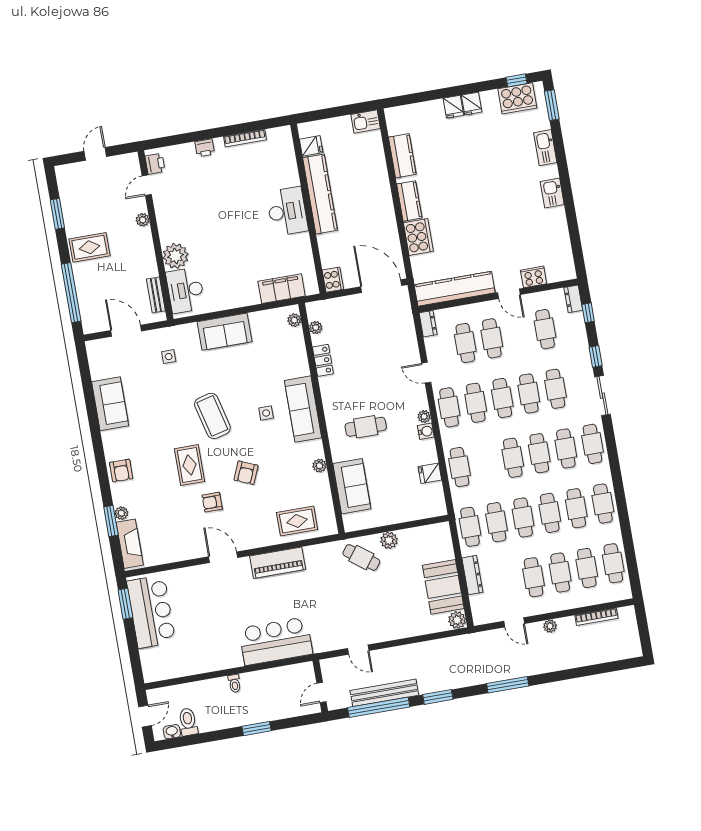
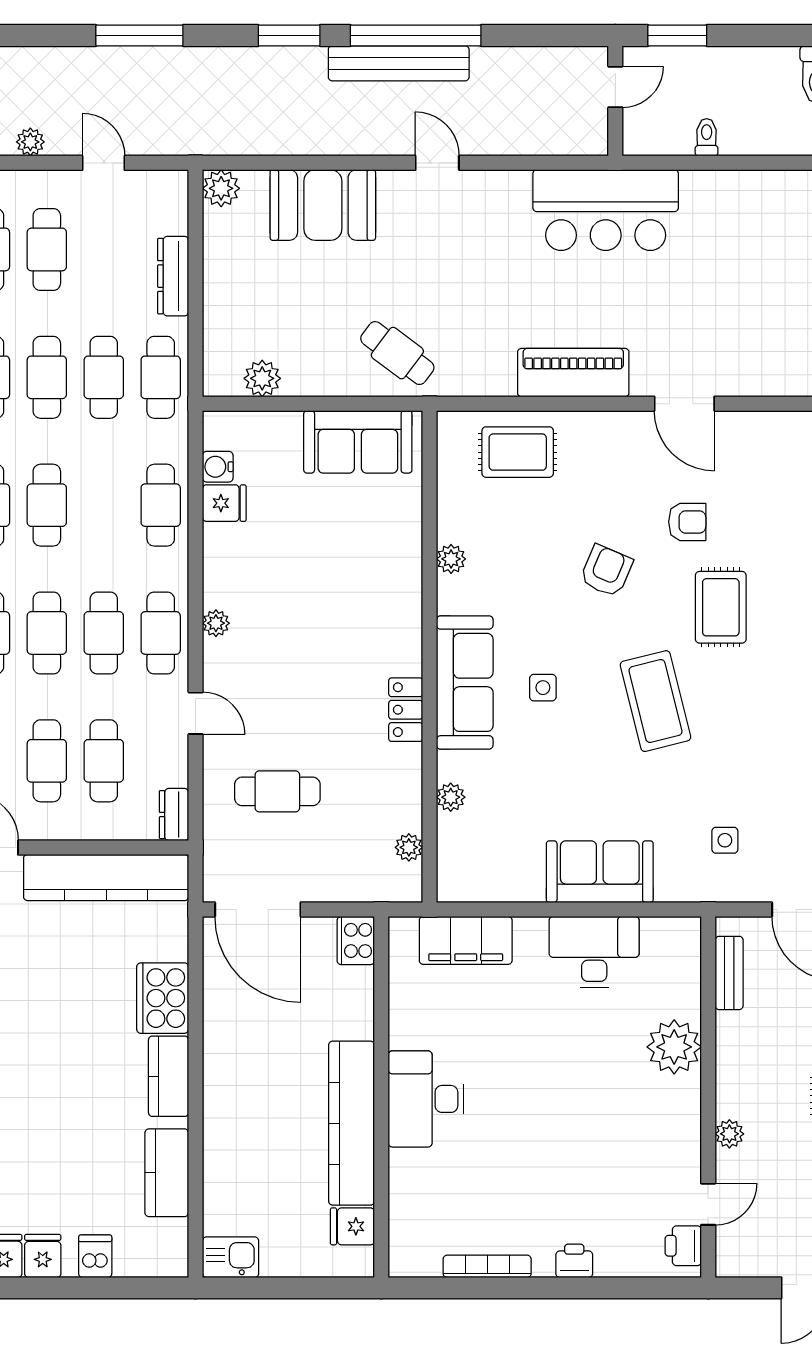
dishwasher: (429, 111) -> (95, 1256), added
desk: (185, 290) -> (594, 952), moved, turned -90
plant: (294, 320) -> (451, 797), moved
locker: (323, 360) -> (406, 710), moved
cafe table: (366, 427) -> (277, 791), moved
water cooler: (426, 431) -> (218, 467), moved
sofa: (352, 486) -> (358, 442), moved, turned -90
plant: (389, 540) -> (262, 378), moved
booth: (443, 587) -> (323, 205), moved, turned 90
wall: (320, 686) -> (615, 101), moved
door: (321, 692) -> (615, 87), moved

